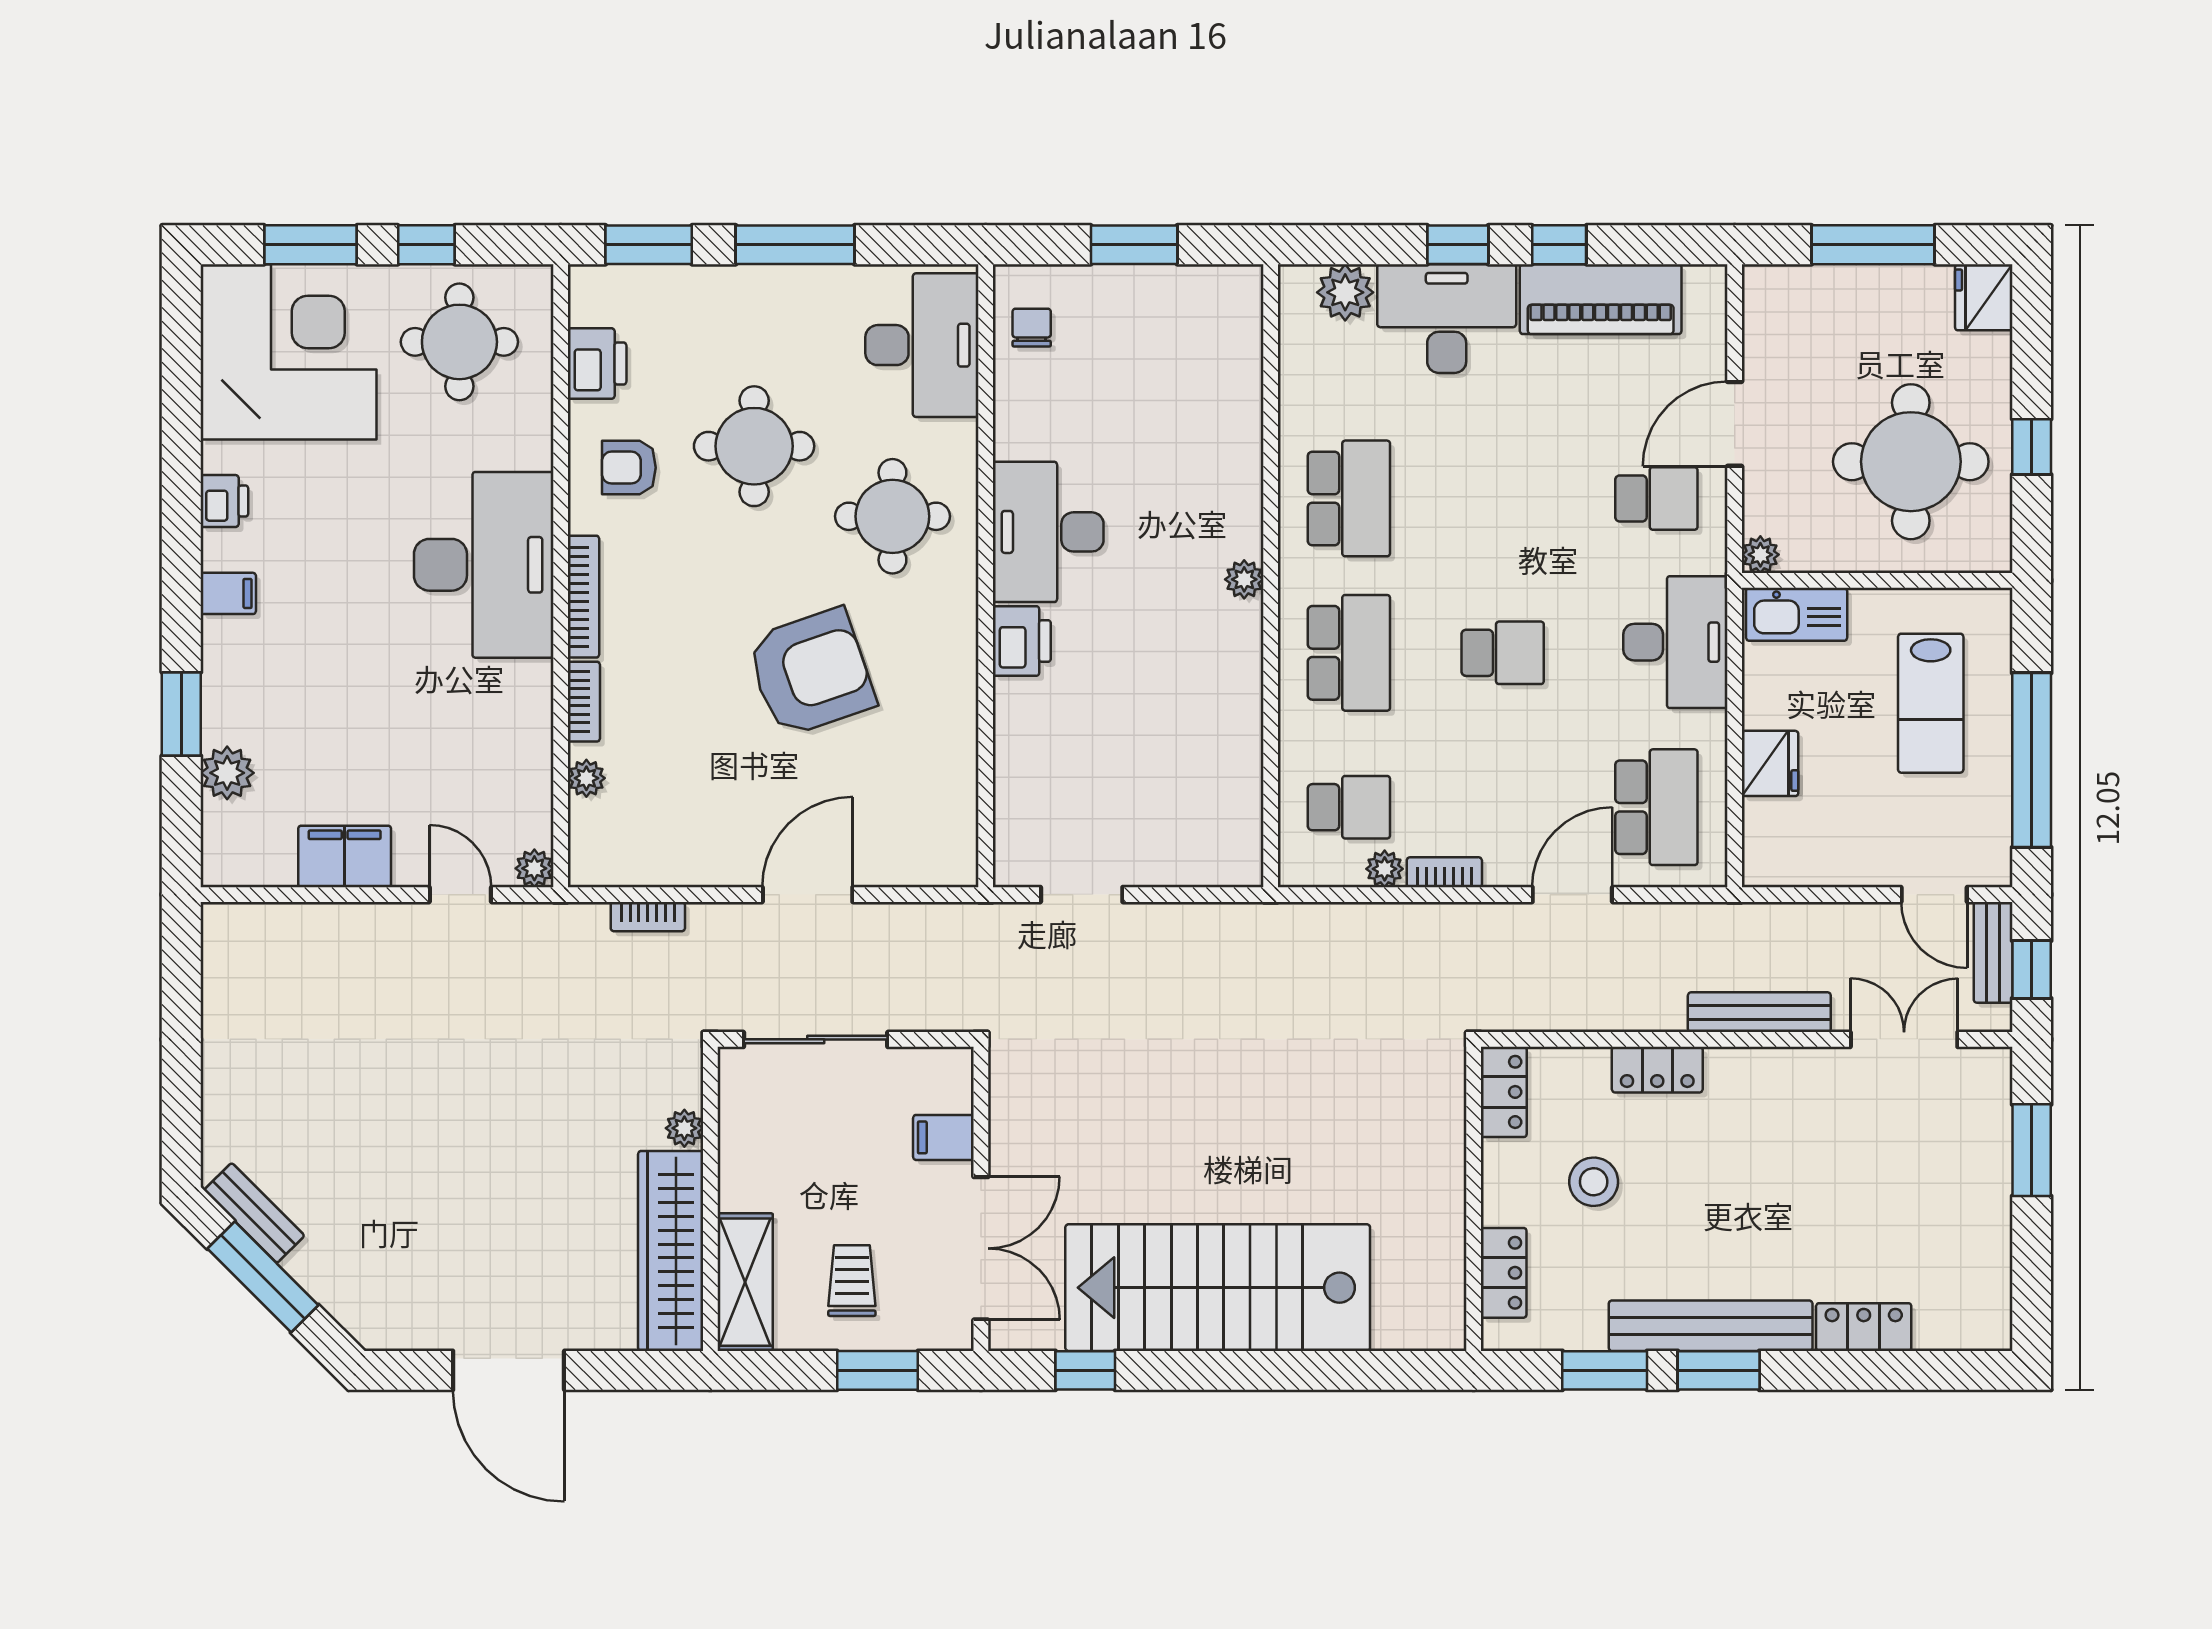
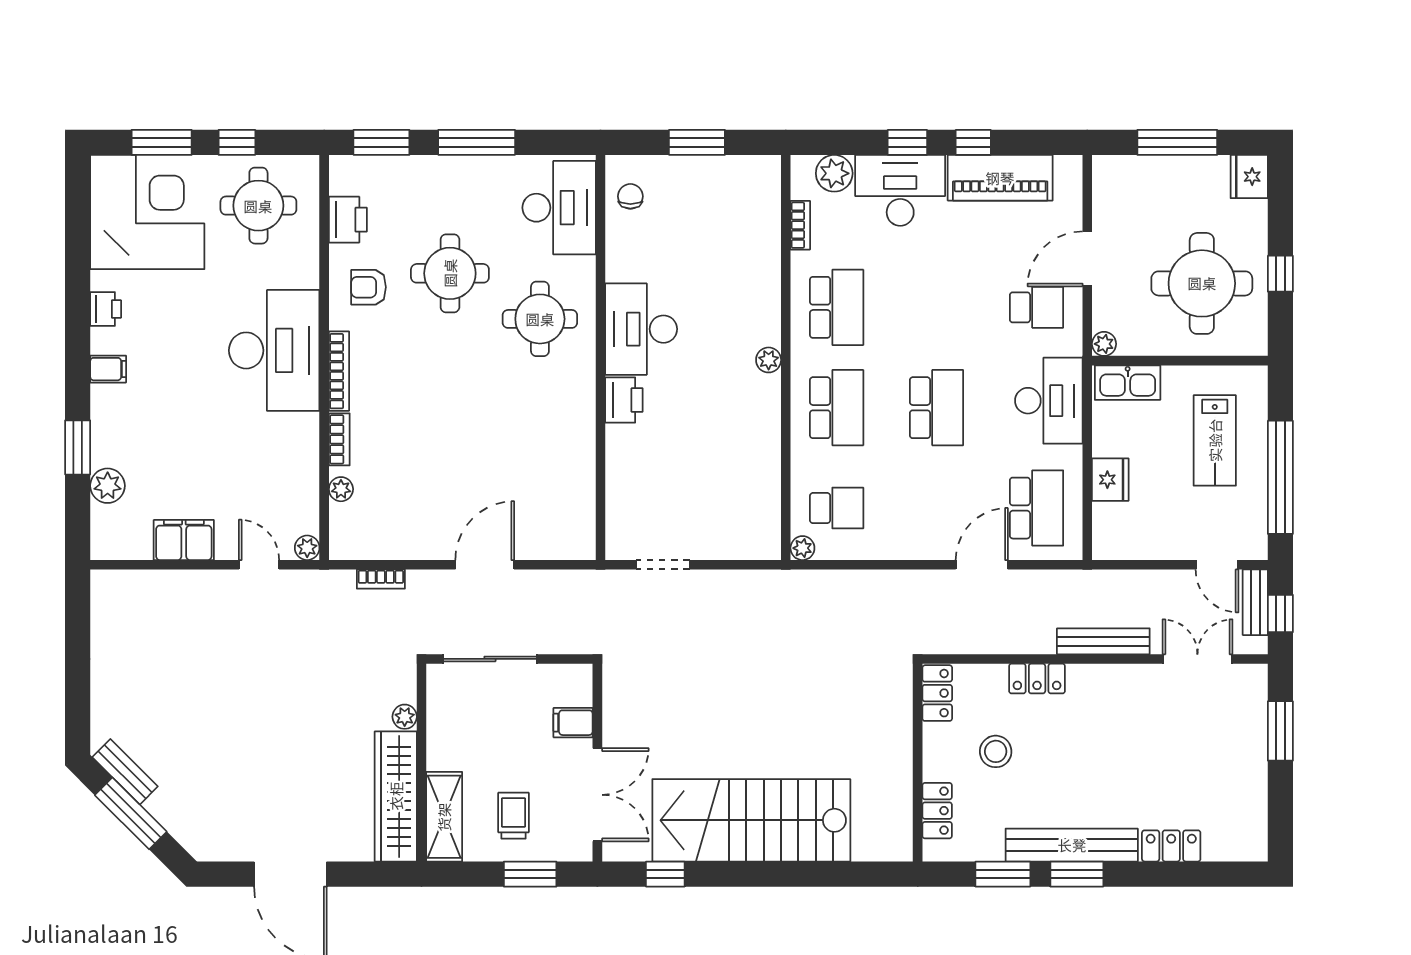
school desk: (1503, 653) -> (937, 408), width x1.85
armchair: (811, 673) -> (487, 421), removed
plant: (1385, 869) -> (802, 548), moved
bookcase: (1444, 872) -> (800, 225), moved, turned 90

